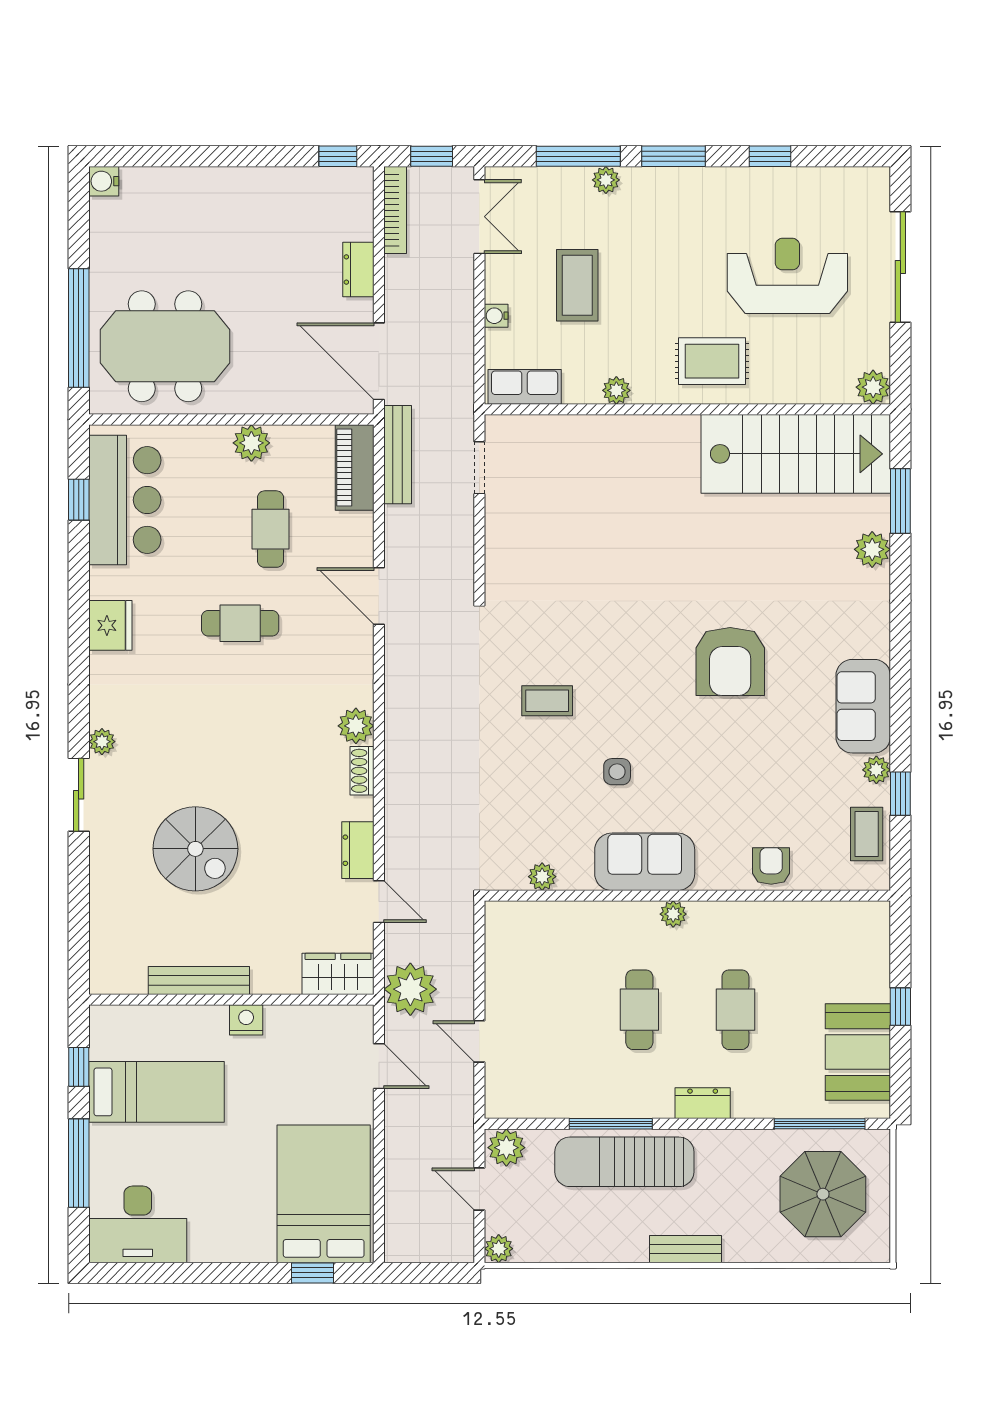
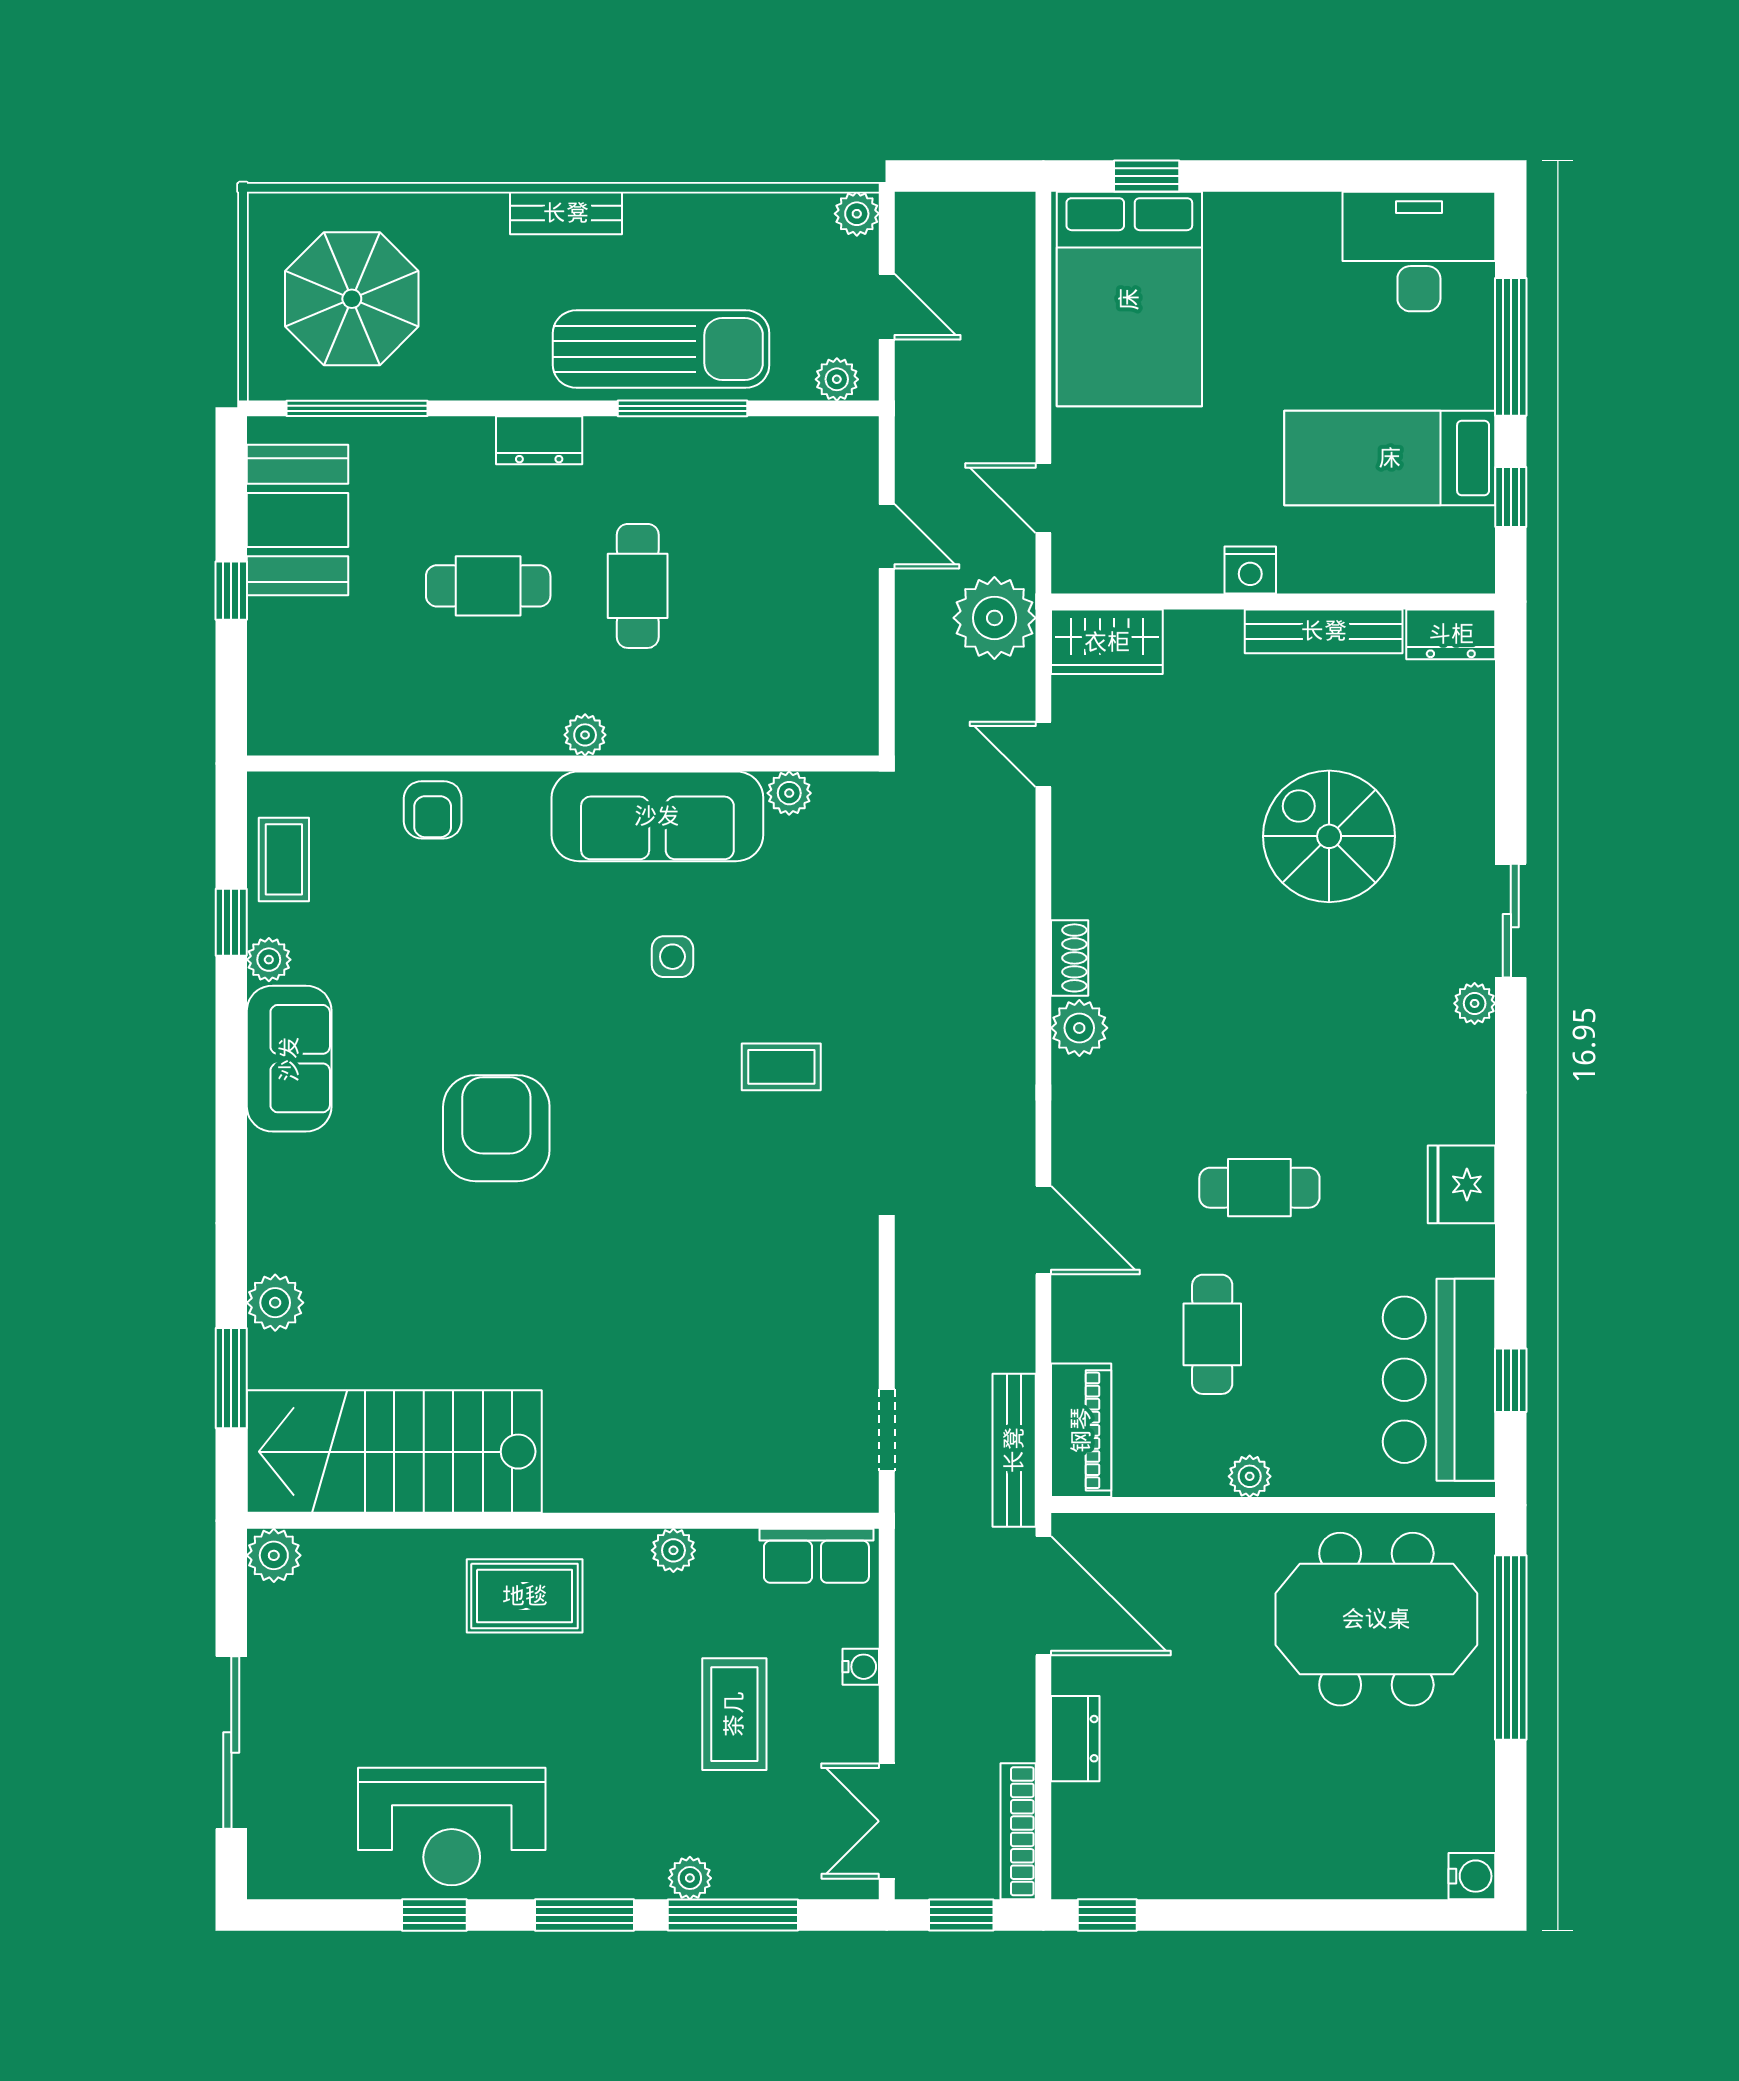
reception desk: (787, 276) -> (452, 1827), moved
plant: (251, 443) -> (1250, 1476), width x0.73, depth x0.73
dresser: (358, 850) -> (1451, 634), moved, turned 90
sofa: (645, 862) -> (657, 816), width x1.36
cafe table: (735, 1010) -> (488, 586), turned 90
plant: (506, 1148) -> (837, 379), width x0.73, depth x0.73

